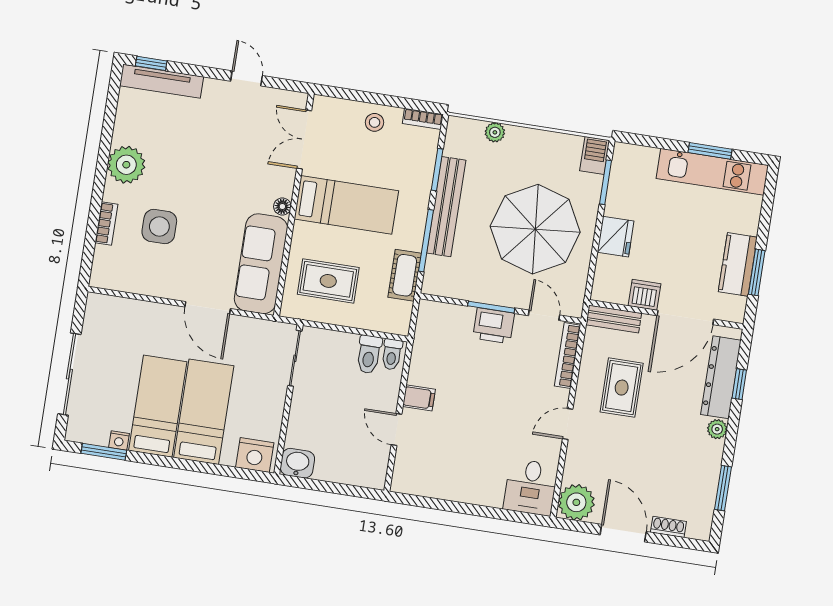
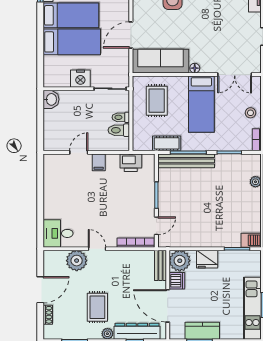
double door: (304, 139) -> (235, 75), swing flipped
bench: (446, 207) -> (186, 161), moved
parasol: (535, 229) -> (204, 213), removed
plant: (611, 284) -> (180, 261), added
printer: (494, 326) -> (131, 163), moved, turned -90
toilet: (392, 354) -> (121, 117), moved
rug: (622, 388) -> (97, 307), moved, turned 90
nightstand: (255, 455) -> (80, 79), moved, turned -90
plant: (576, 502) -> (77, 261), moved

